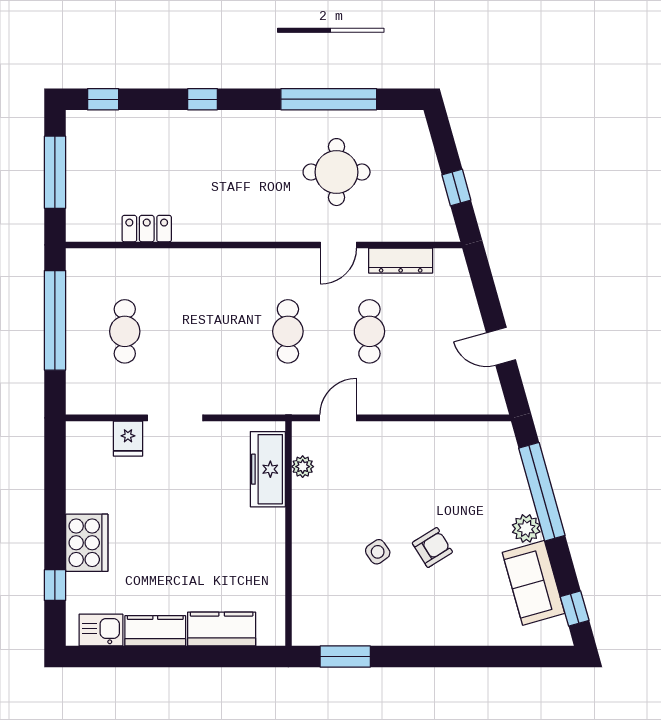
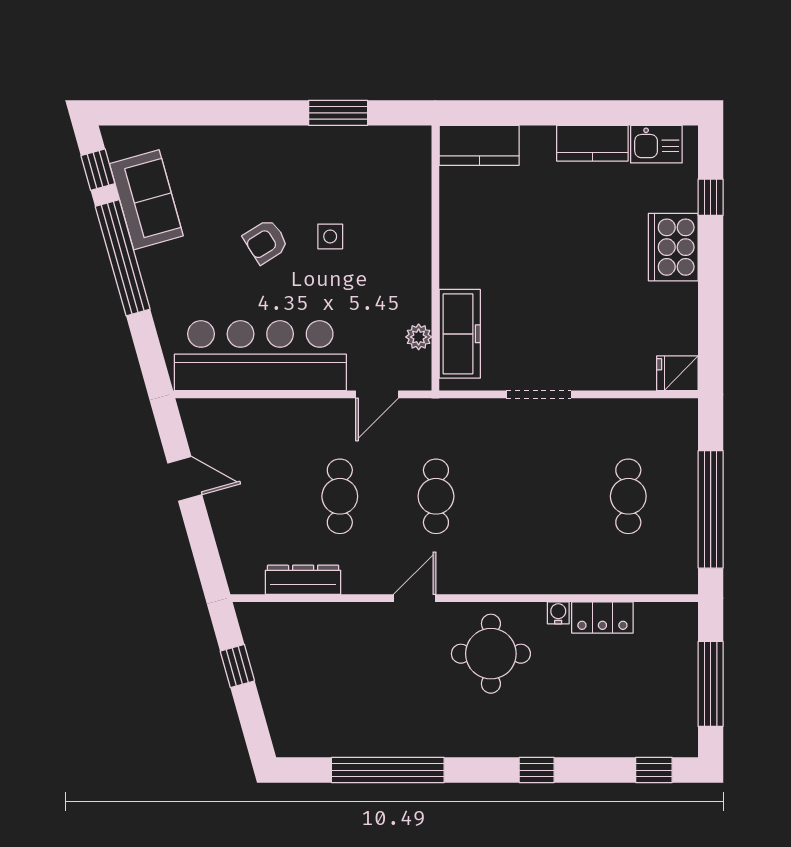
round table: (337, 172) -> (491, 654), moved
water cooler: (184, 232) -> (558, 613), added
door: (338, 245) -> (415, 598), moved
doorway: (175, 418) -> (539, 394), moved
fridge: (128, 439) -> (677, 373), moved, turned -90
bar counter: (437, 451) -> (260, 356), added
window: (542, 492) -> (123, 258), moved
plant: (526, 528) -> (155, 264), removed
side table: (378, 552) -> (330, 236), turned 35
kitchen counter: (222, 629) -> (479, 145), moved
window: (345, 657) -> (338, 113), moved

